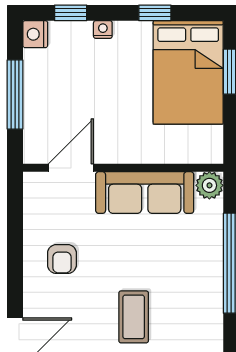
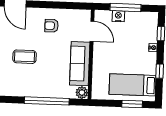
nightstand: (35, 34) -> (118, 16), moved
bed: (188, 72) -> (132, 85), width x0.67

